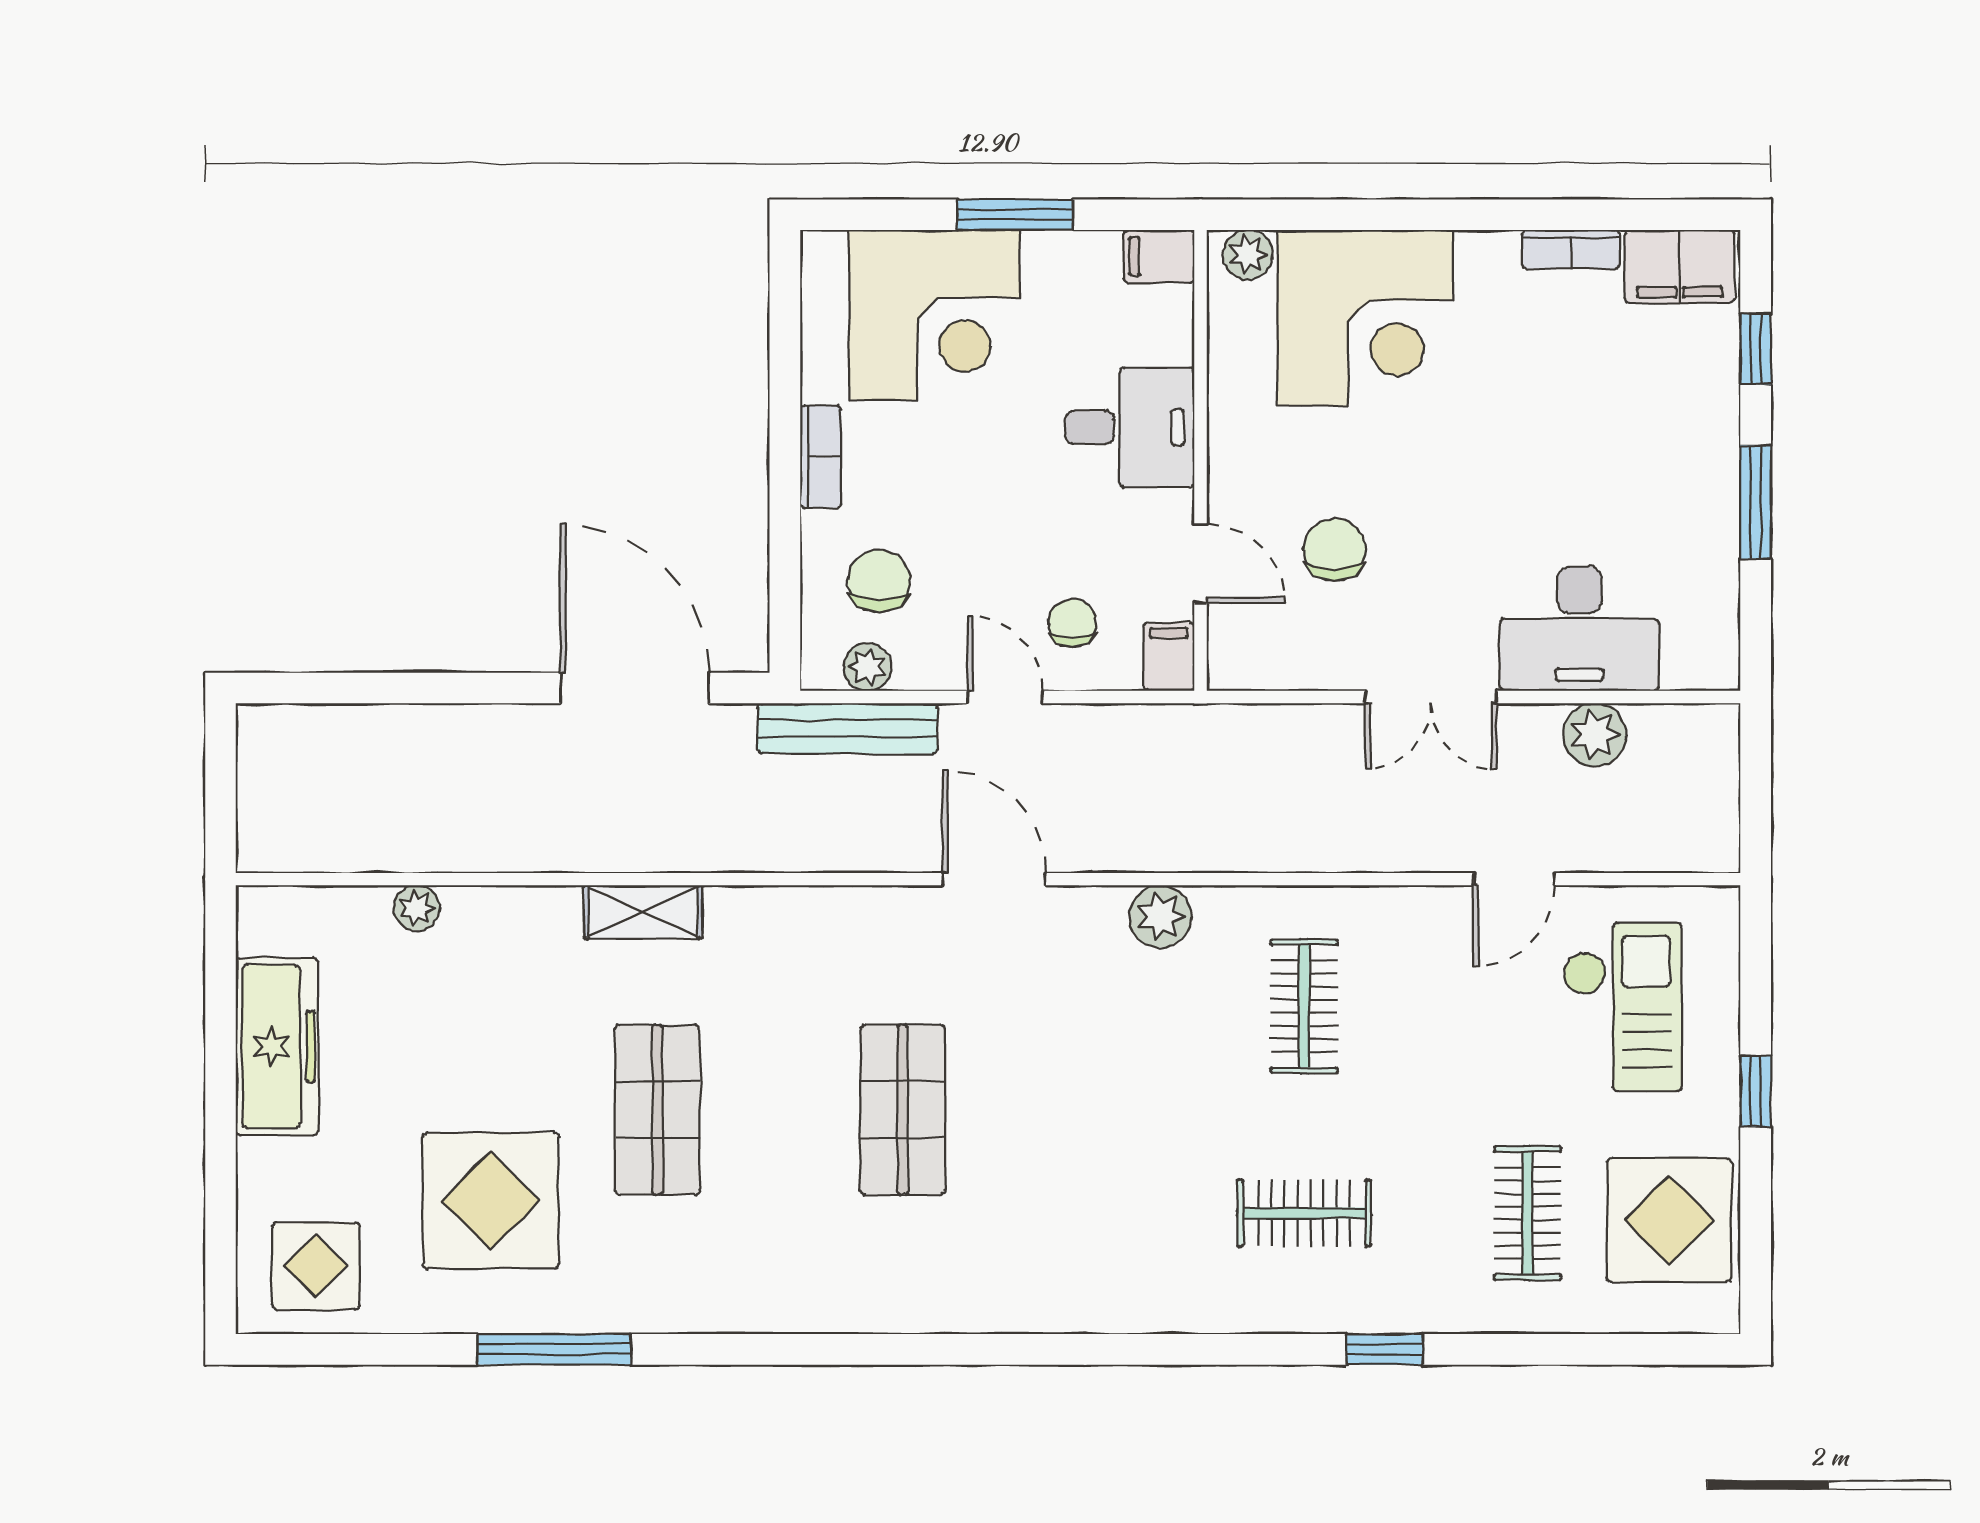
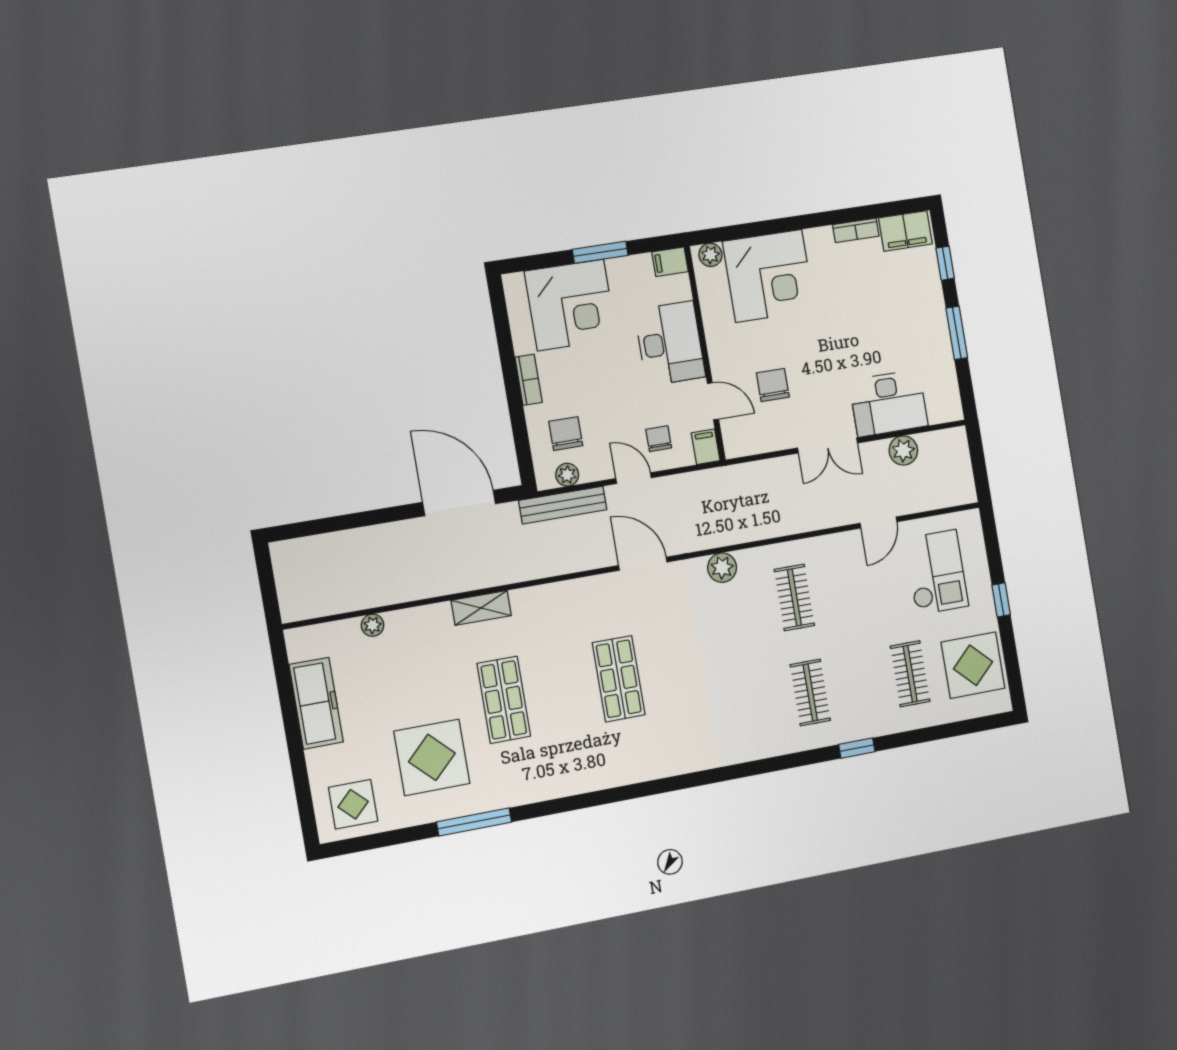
desk: (1130, 427) -> (670, 343), width x1.37
clothes rail: (1304, 1213) -> (810, 692), turned 90

